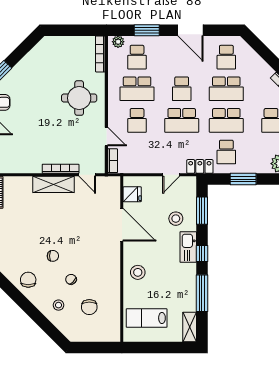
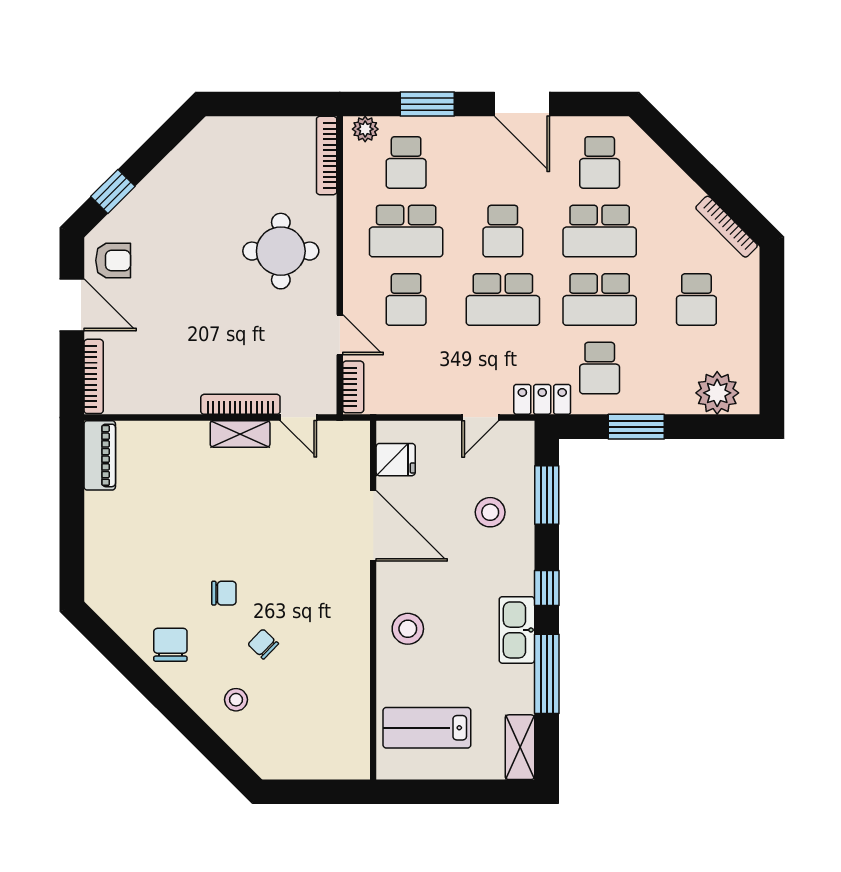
shelving: (54, 184) -> (240, 434), width x0.67, depth x0.75
kitchen sink: (188, 247) -> (517, 630), moved
chair: (89, 307) -> (303, 704), removed

